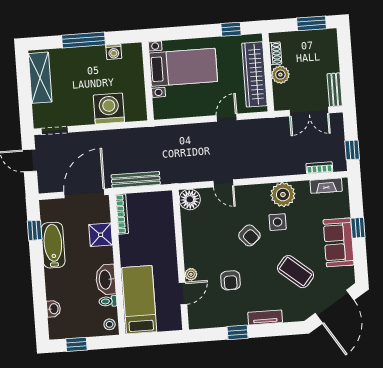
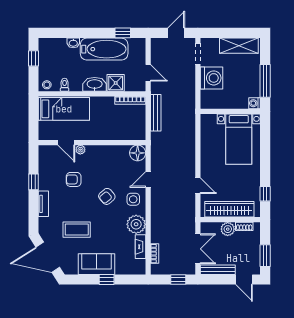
door: (345, 48) -> (244, 279), added
bed with nightstands: (183, 67) -> (239, 139), moved
wall: (148, 81) -> (230, 111), moved
bench: (335, 90) -> (218, 270), width x1.36
washing machine: (109, 108) -> (211, 78), moved
double door: (309, 112) -> (198, 249), swing flipped
window: (352, 150) -> (178, 279), moved
fireplace: (326, 186) -> (140, 247), moved
door: (84, 193) -> (148, 73), width x0.53
side table: (278, 222) -> (133, 199), moved
bathtub: (53, 245) -> (104, 49), width x1.36, depth x1.36
coffee table: (296, 272) -> (77, 230), turned 50
washbasin: (106, 280) -> (95, 84), moved
washbasin: (54, 309) -> (73, 43), moved

